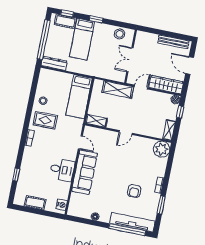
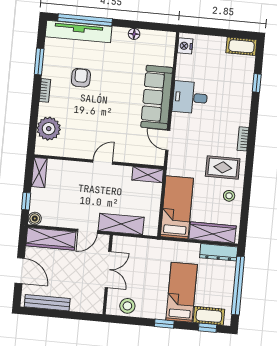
wardrobe: (57, 77) -> (213, 233), added
plant: (162, 149) -> (49, 129), moved
cot: (35, 203) -> (241, 46), moved

